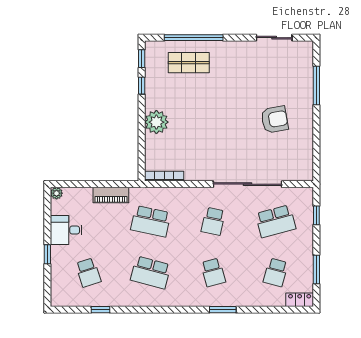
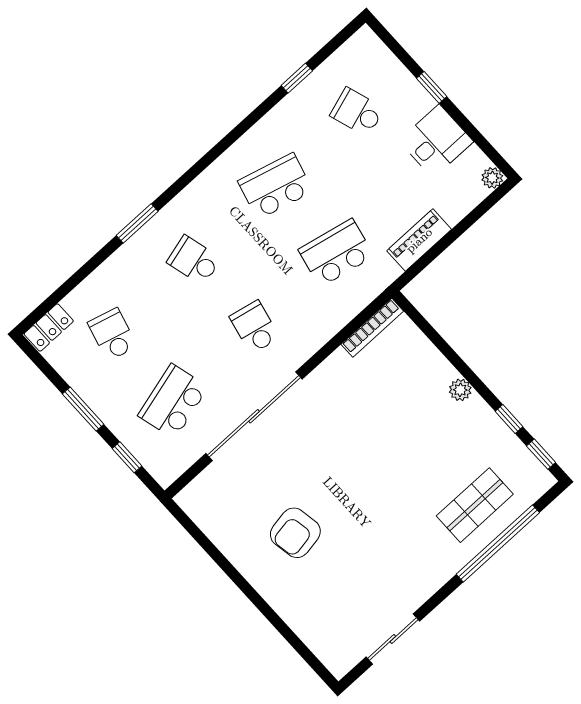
window: (316, 86) -> (281, 627), removed
plant: (156, 122) -> (460, 390), width x0.53, depth x0.53
window: (316, 269) -> (83, 409), moved

